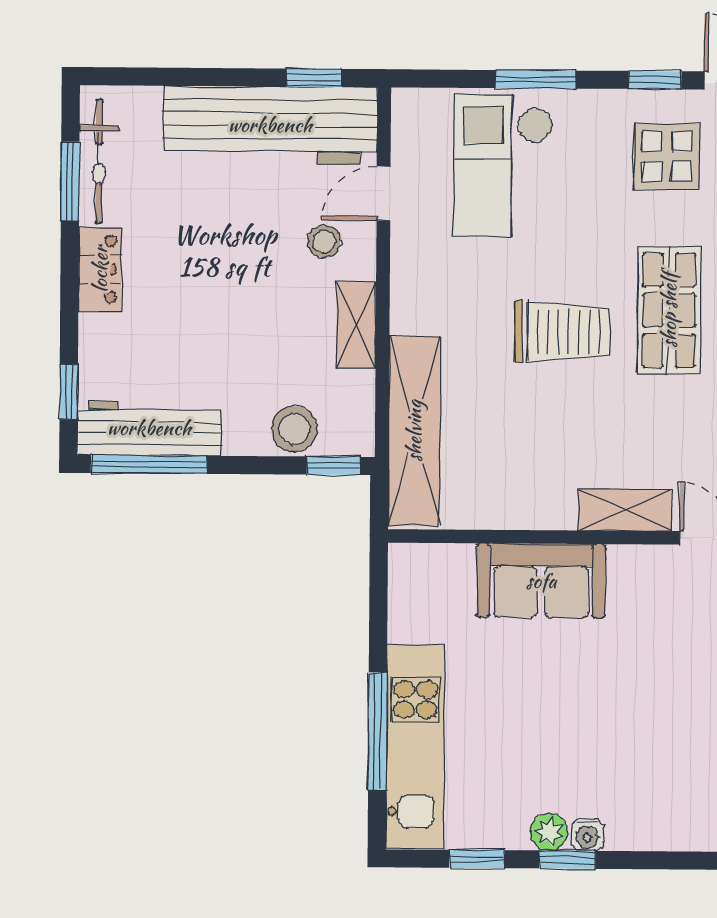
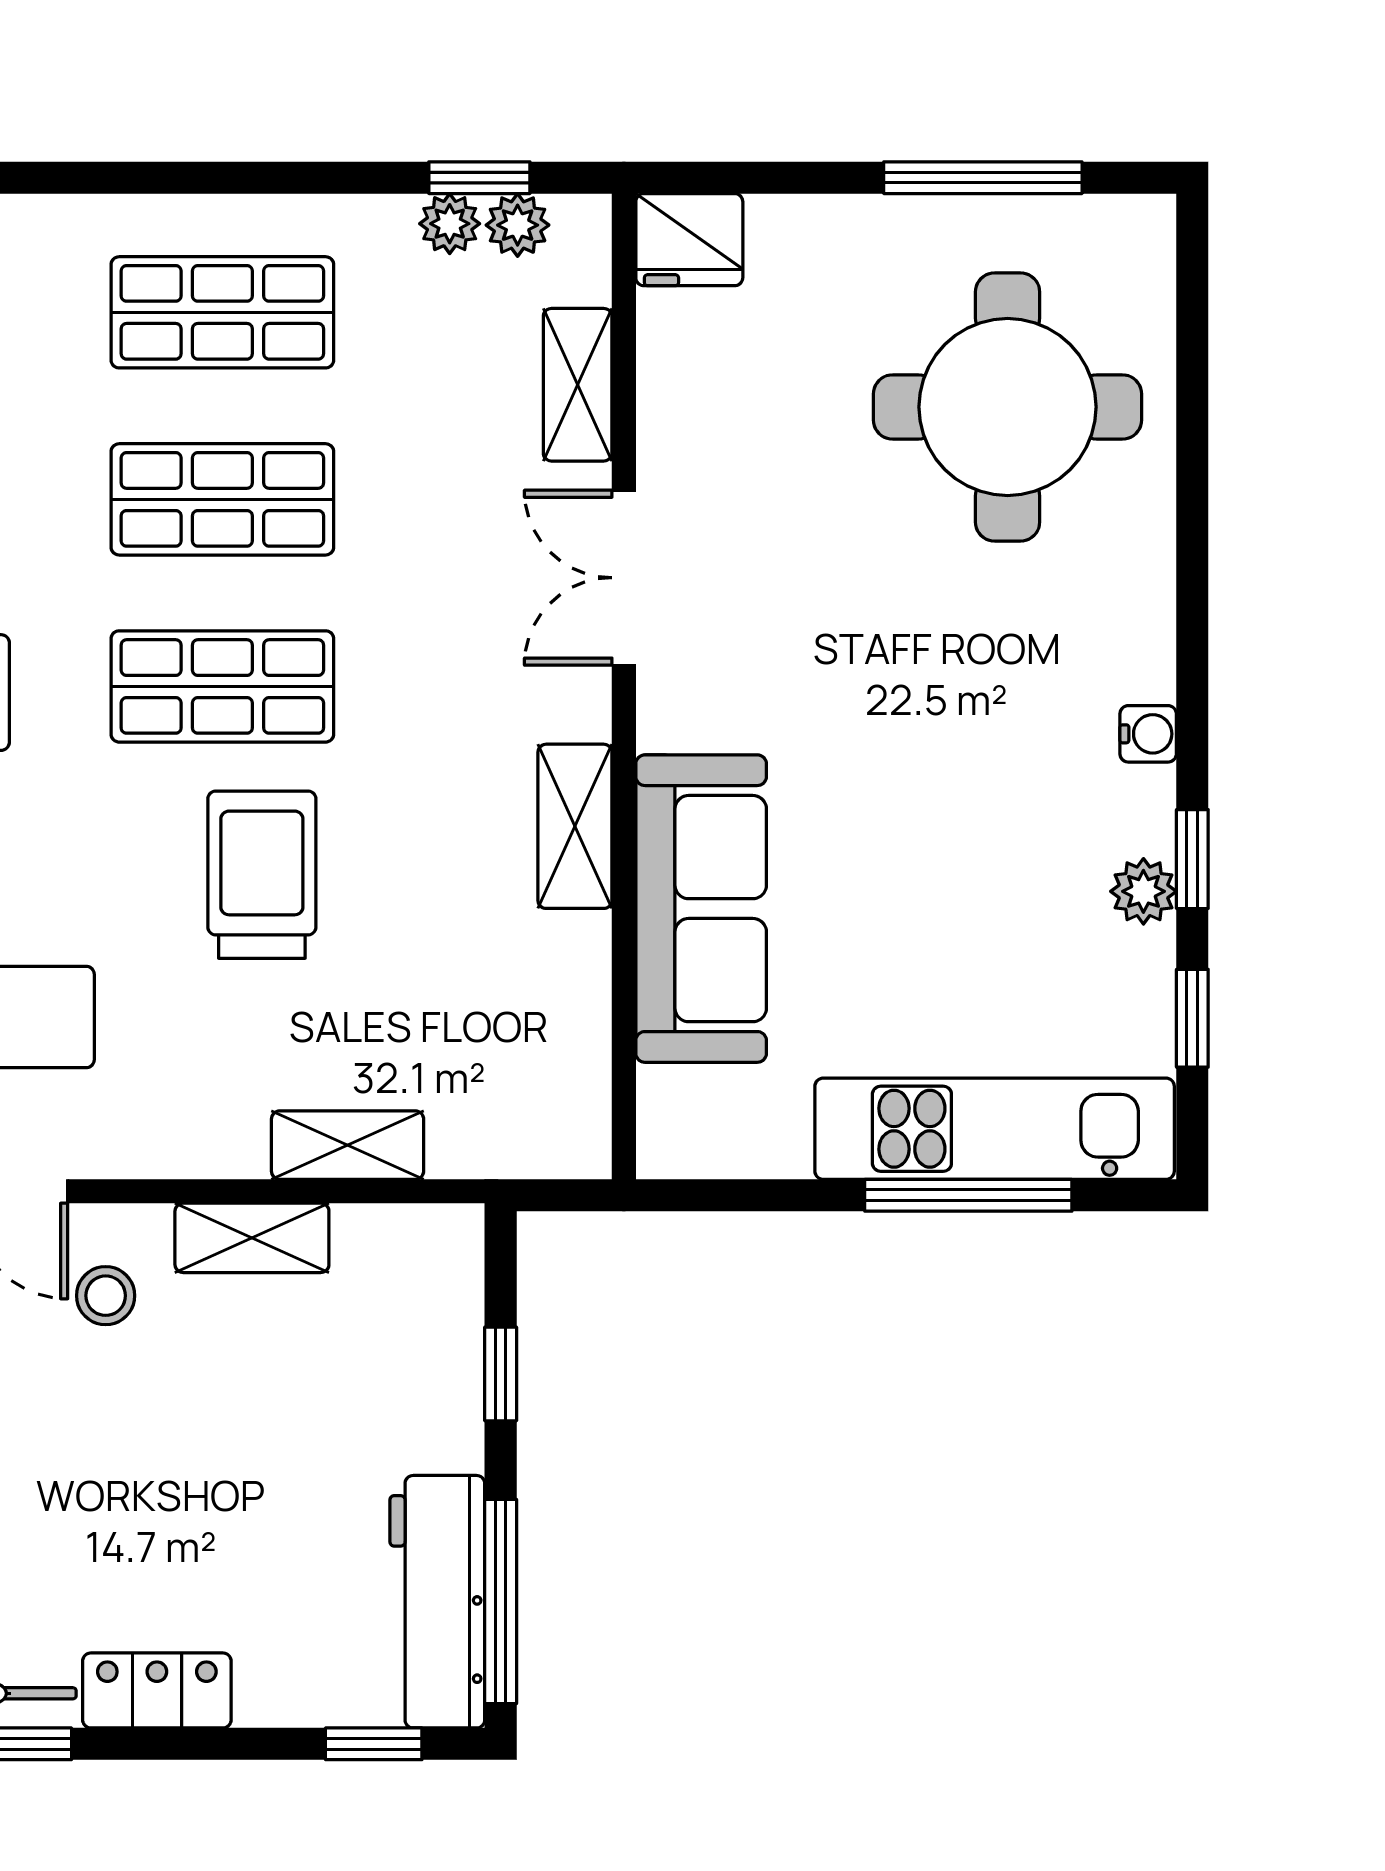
stool: (294, 429) -> (436, 1346), removed
shelving: (414, 431) -> (348, 1145), width x0.45, depth x0.75
window: (334, 466) -> (501, 1374), moved
shelving: (625, 510) -> (575, 826), moved
sofa: (541, 581) -> (701, 909), width x1.36
water cooler: (587, 835) -> (1148, 734), moved

